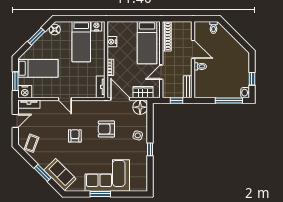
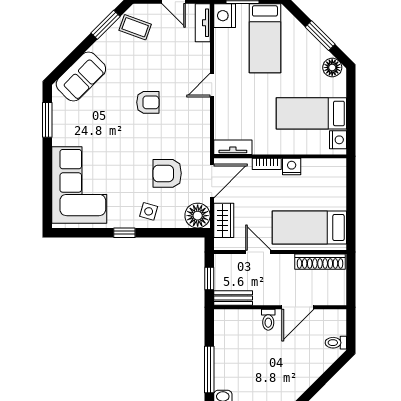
nightstand: (112, 42) -> (292, 167), moved
armchair: (106, 129) -> (167, 173), moved, turned -90
window: (43, 173) -> (106, 25), moved
corner sofa: (107, 175) -> (79, 185), moved
window: (100, 194) -> (47, 120), moved

